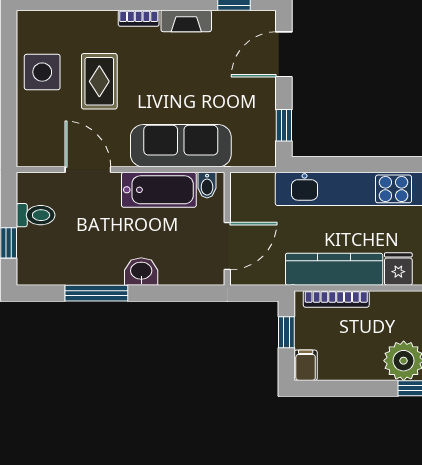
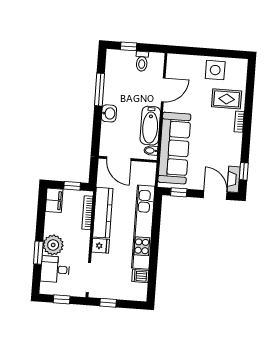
fireplace: (186, 21) -> (234, 179), moved
rug: (99, 81) -> (227, 99), moved
sofa: (181, 146) -> (174, 148), width x1.36, depth x1.27
filing cabinet: (306, 365) -> (54, 200), width x2.00

